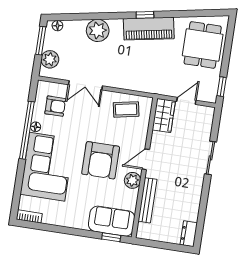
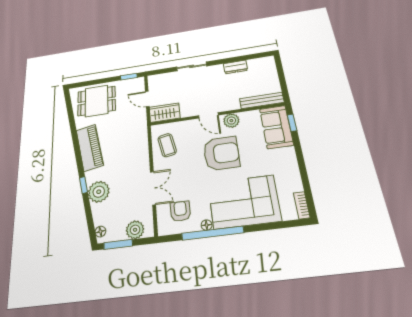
window: (145, 15) -> (83, 185), moved
bench: (147, 200) -> (262, 100), moved
dresser: (189, 234) -> (235, 67), moved

